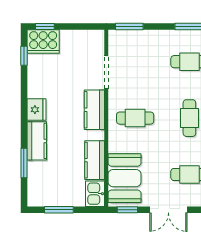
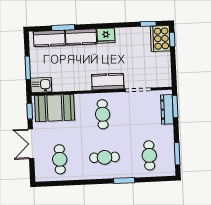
dresser: (133, 37) -> (167, 109), added
kitchen counter: (95, 160) -> (49, 38), moved, turned 180
window: (59, 210) -> (28, 68), moved

